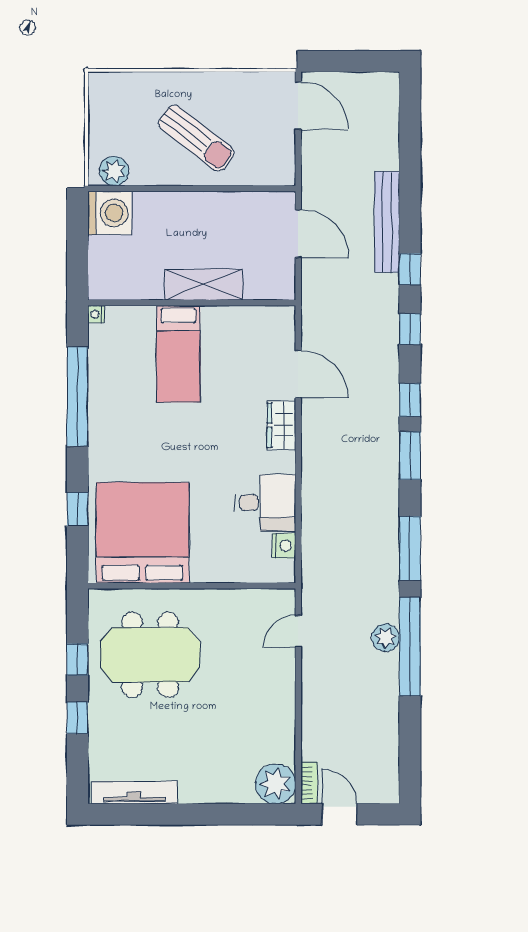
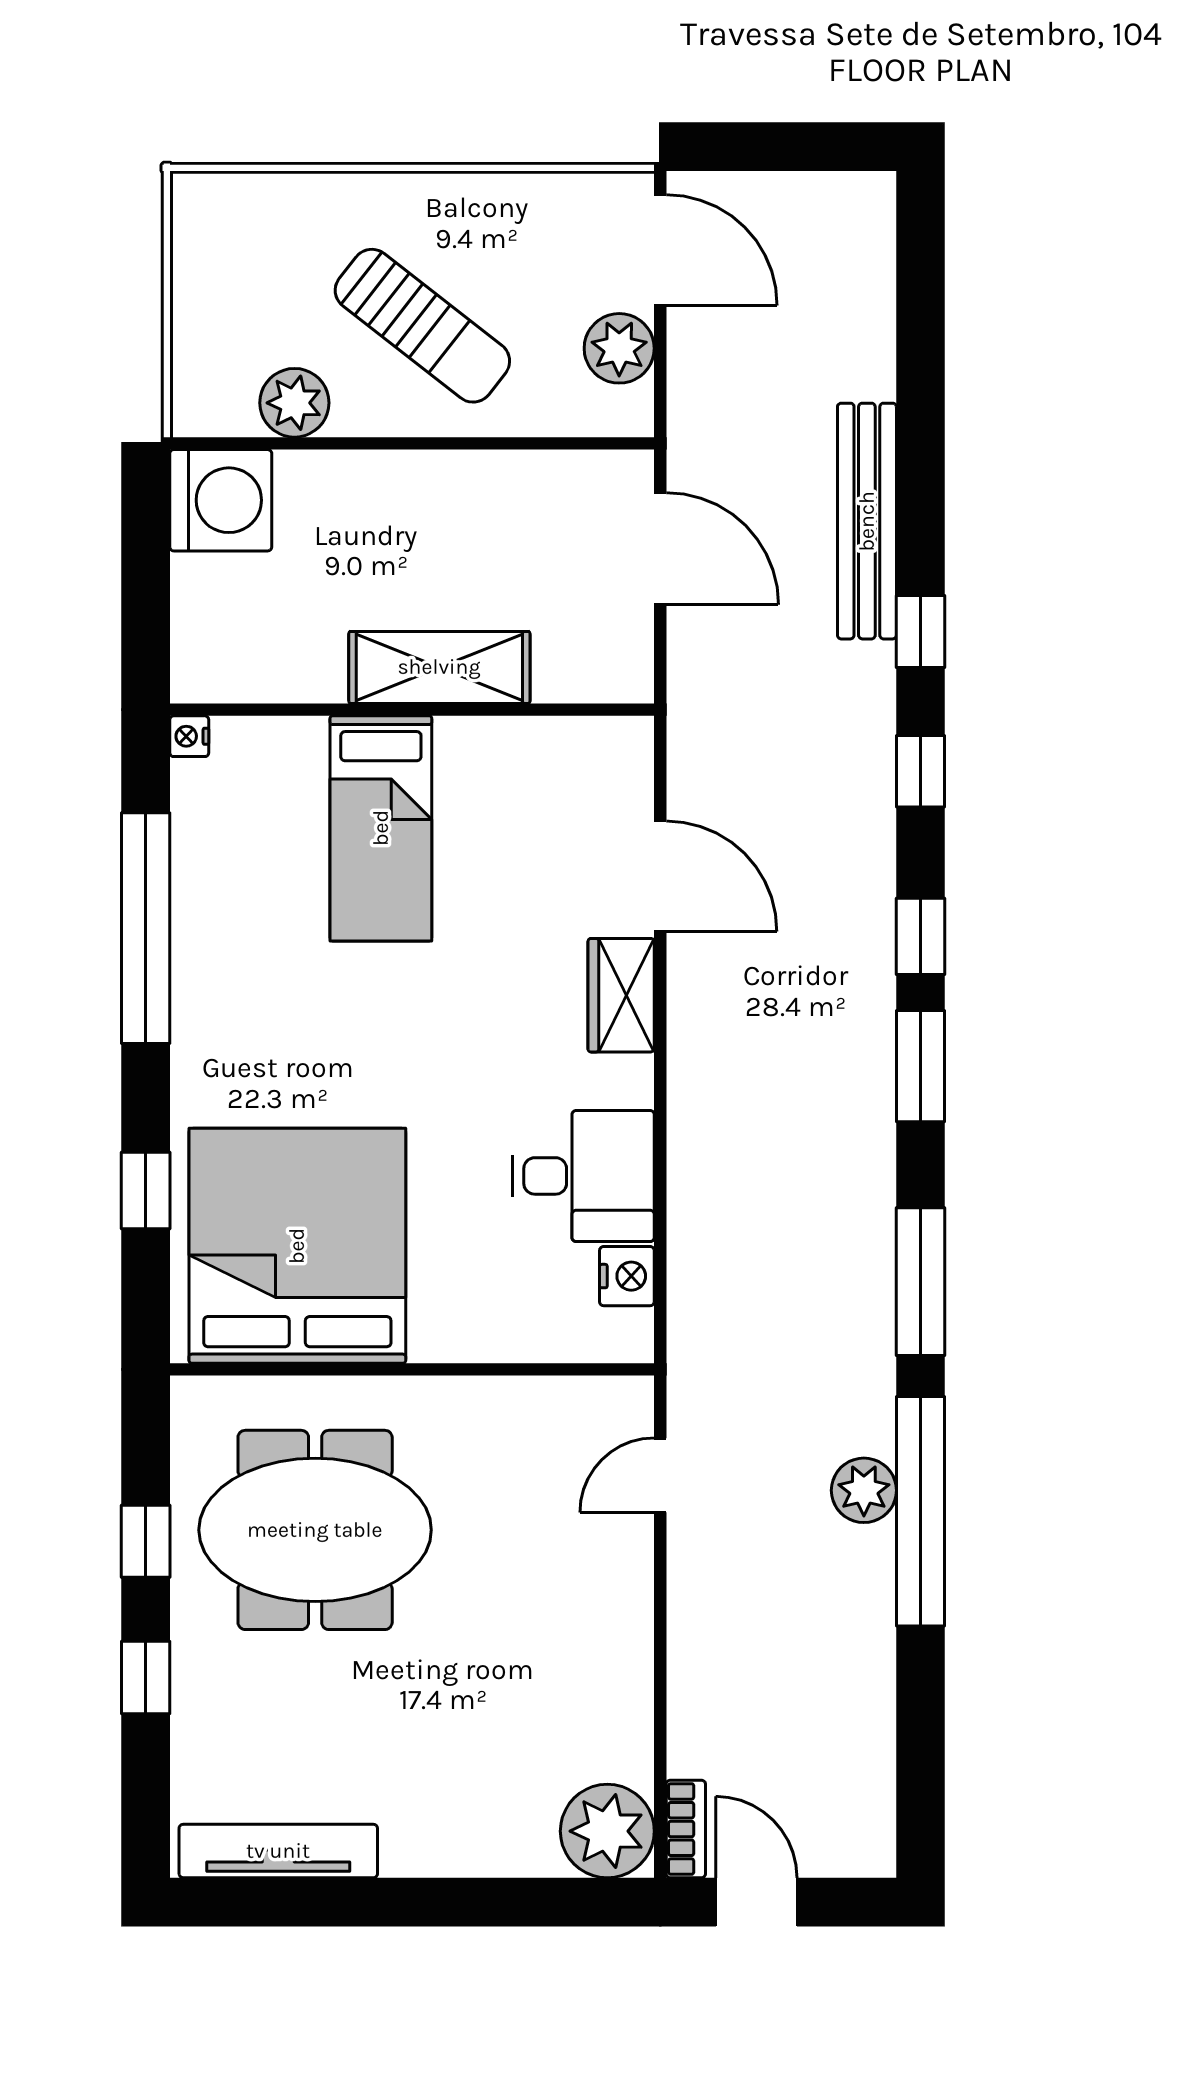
plant: (281, 148) -> (619, 348), added
plant: (114, 171) -> (294, 403), moved

